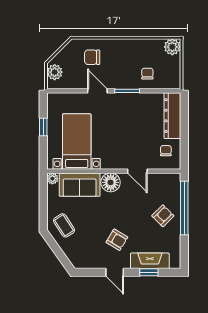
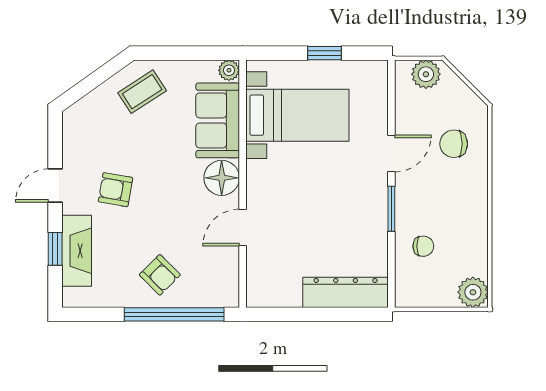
chair: (92, 57) -> (454, 144), turned -90
chair: (166, 151) -> (280, 280), removed
armchair: (117, 240) -> (116, 190), turned 69

